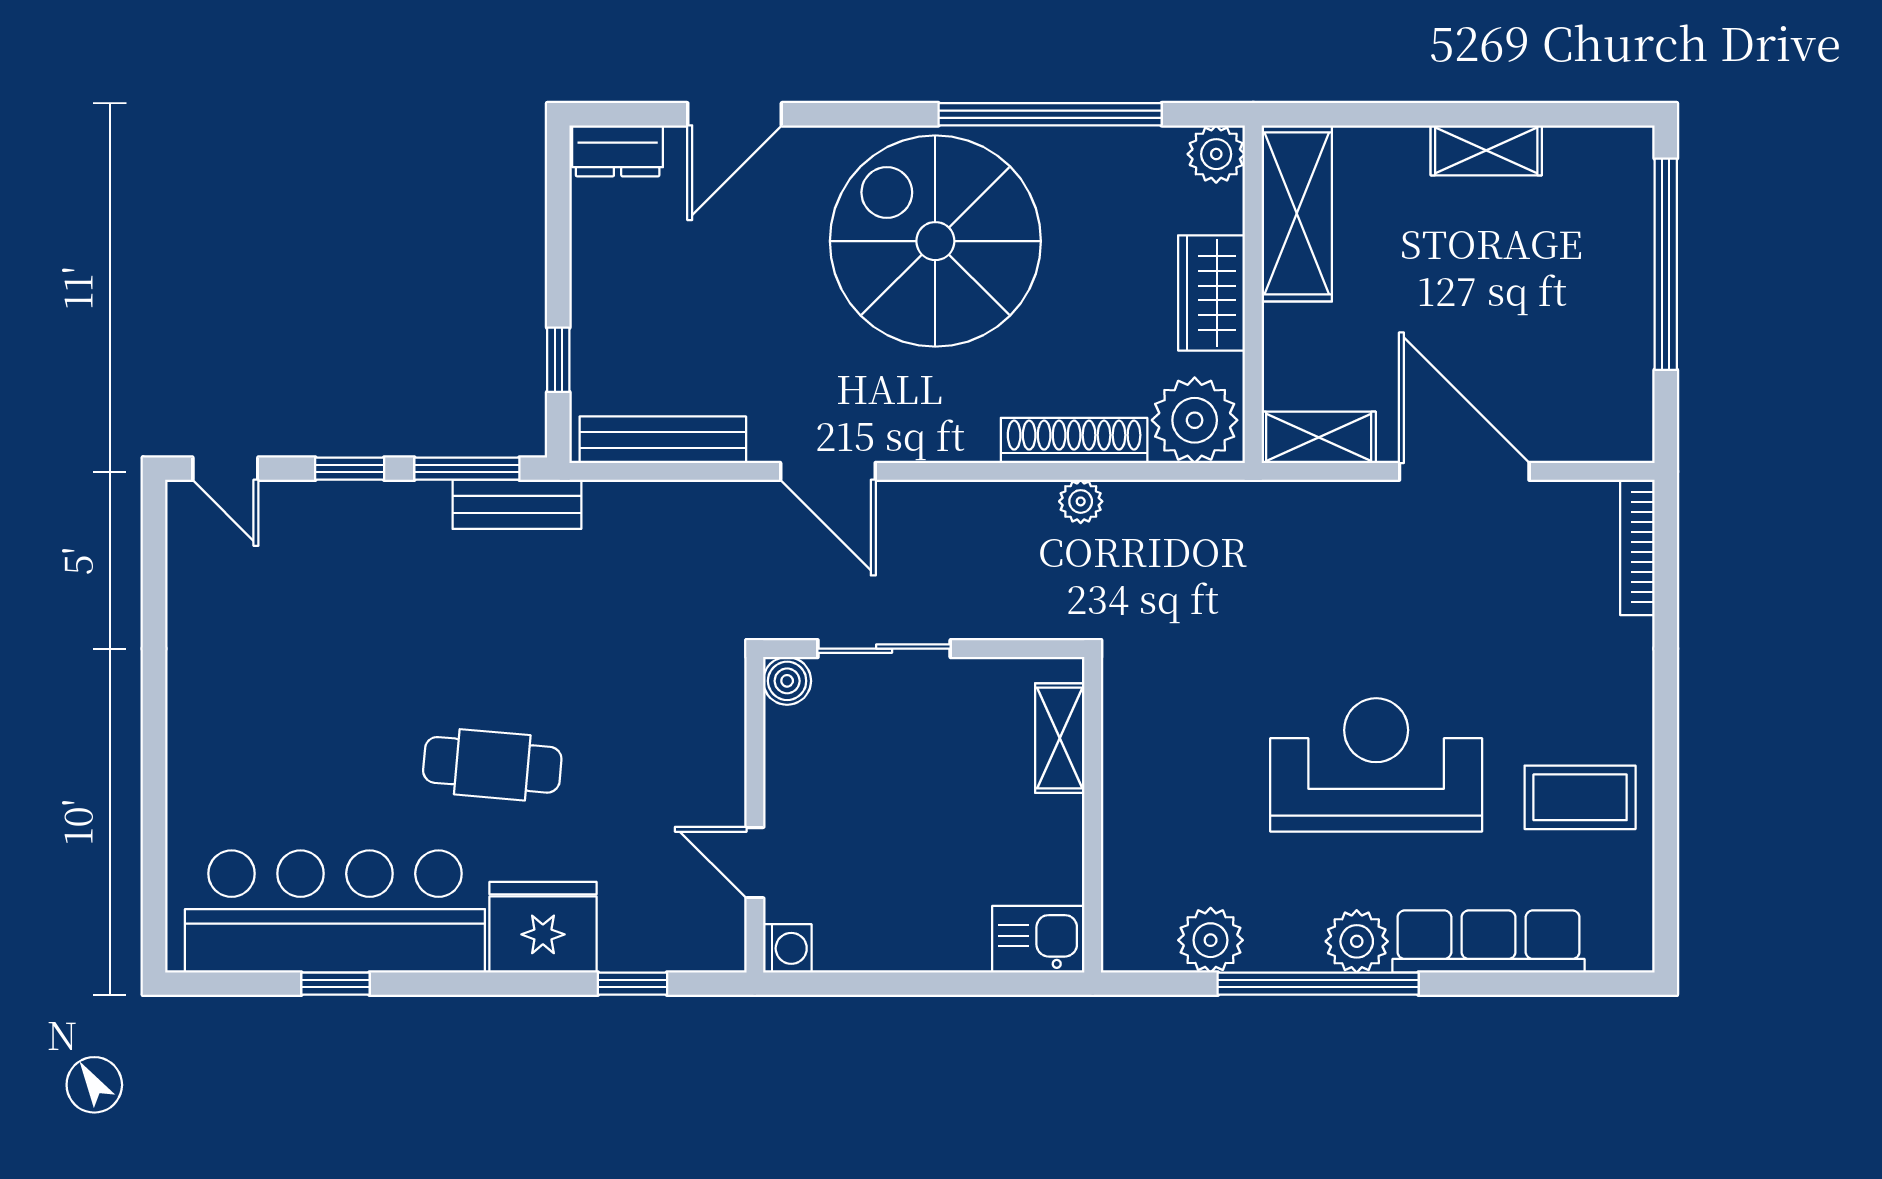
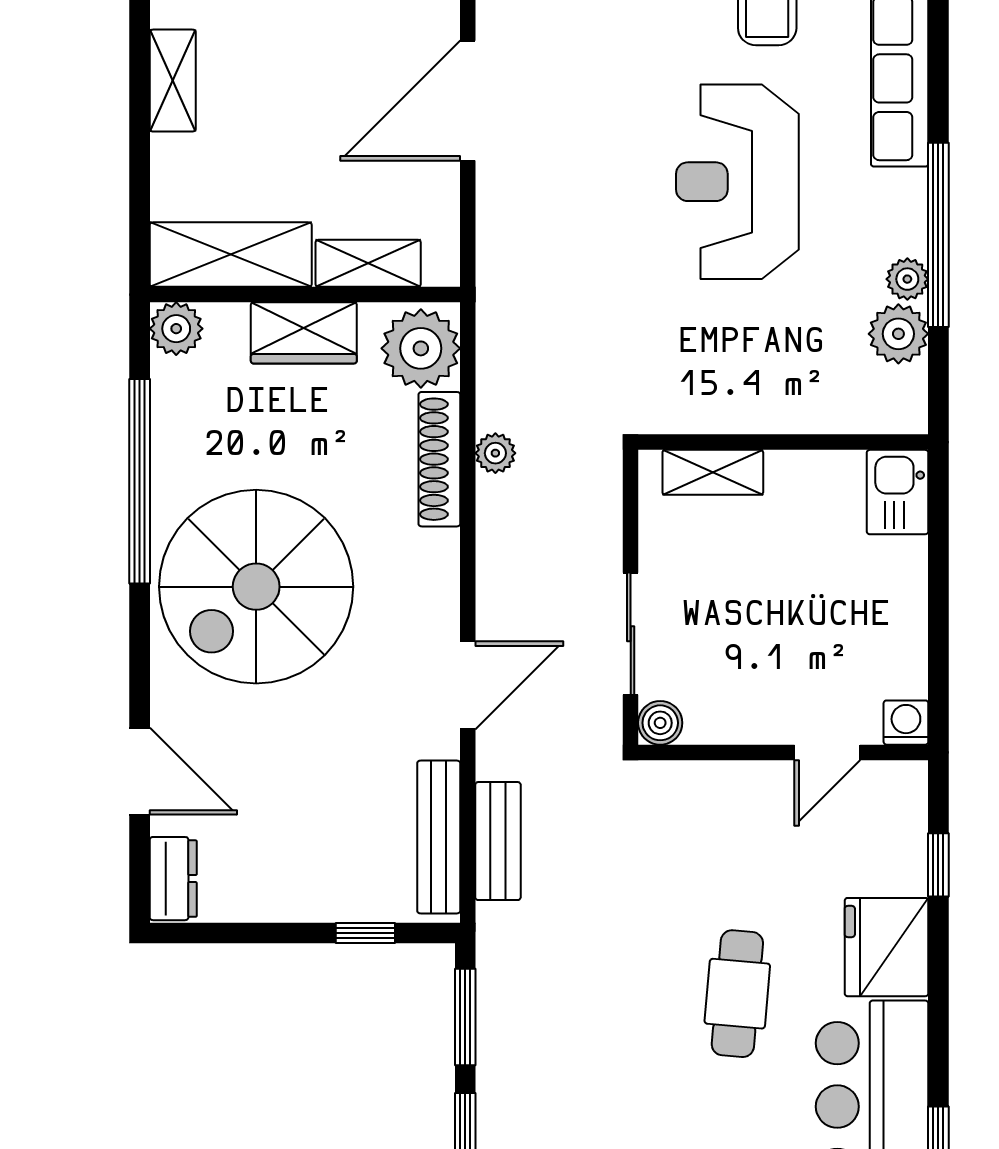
shelving: (1319, 437) -> (368, 263), moved, turned 90
bench: (517, 504) -> (498, 841), moved
plant: (1357, 941) -> (907, 279), moved, width x0.73, depth x0.73

